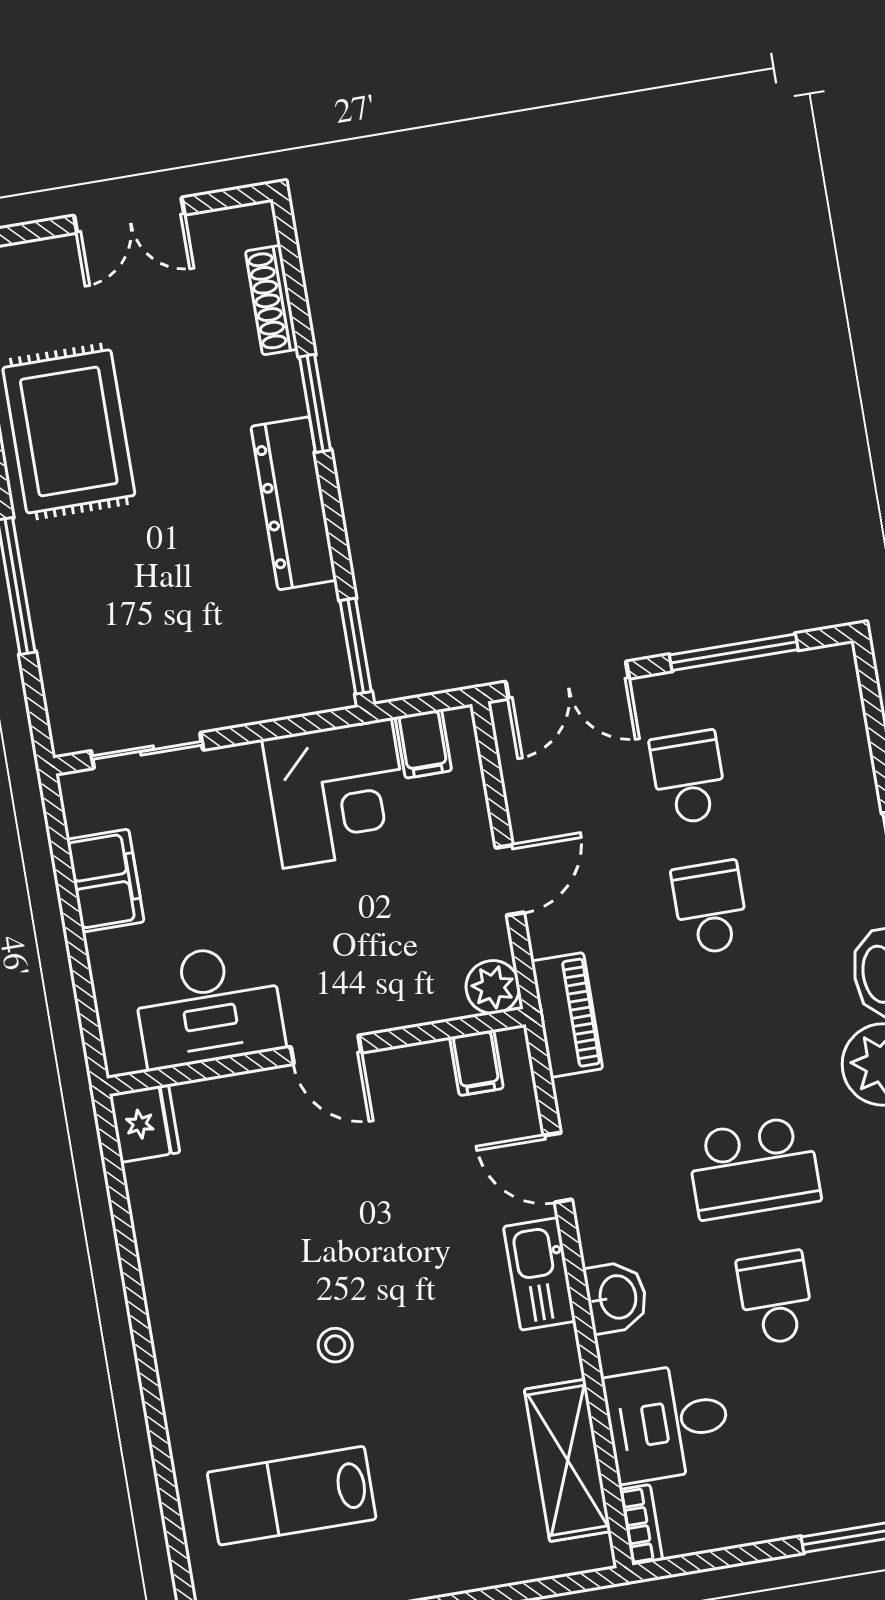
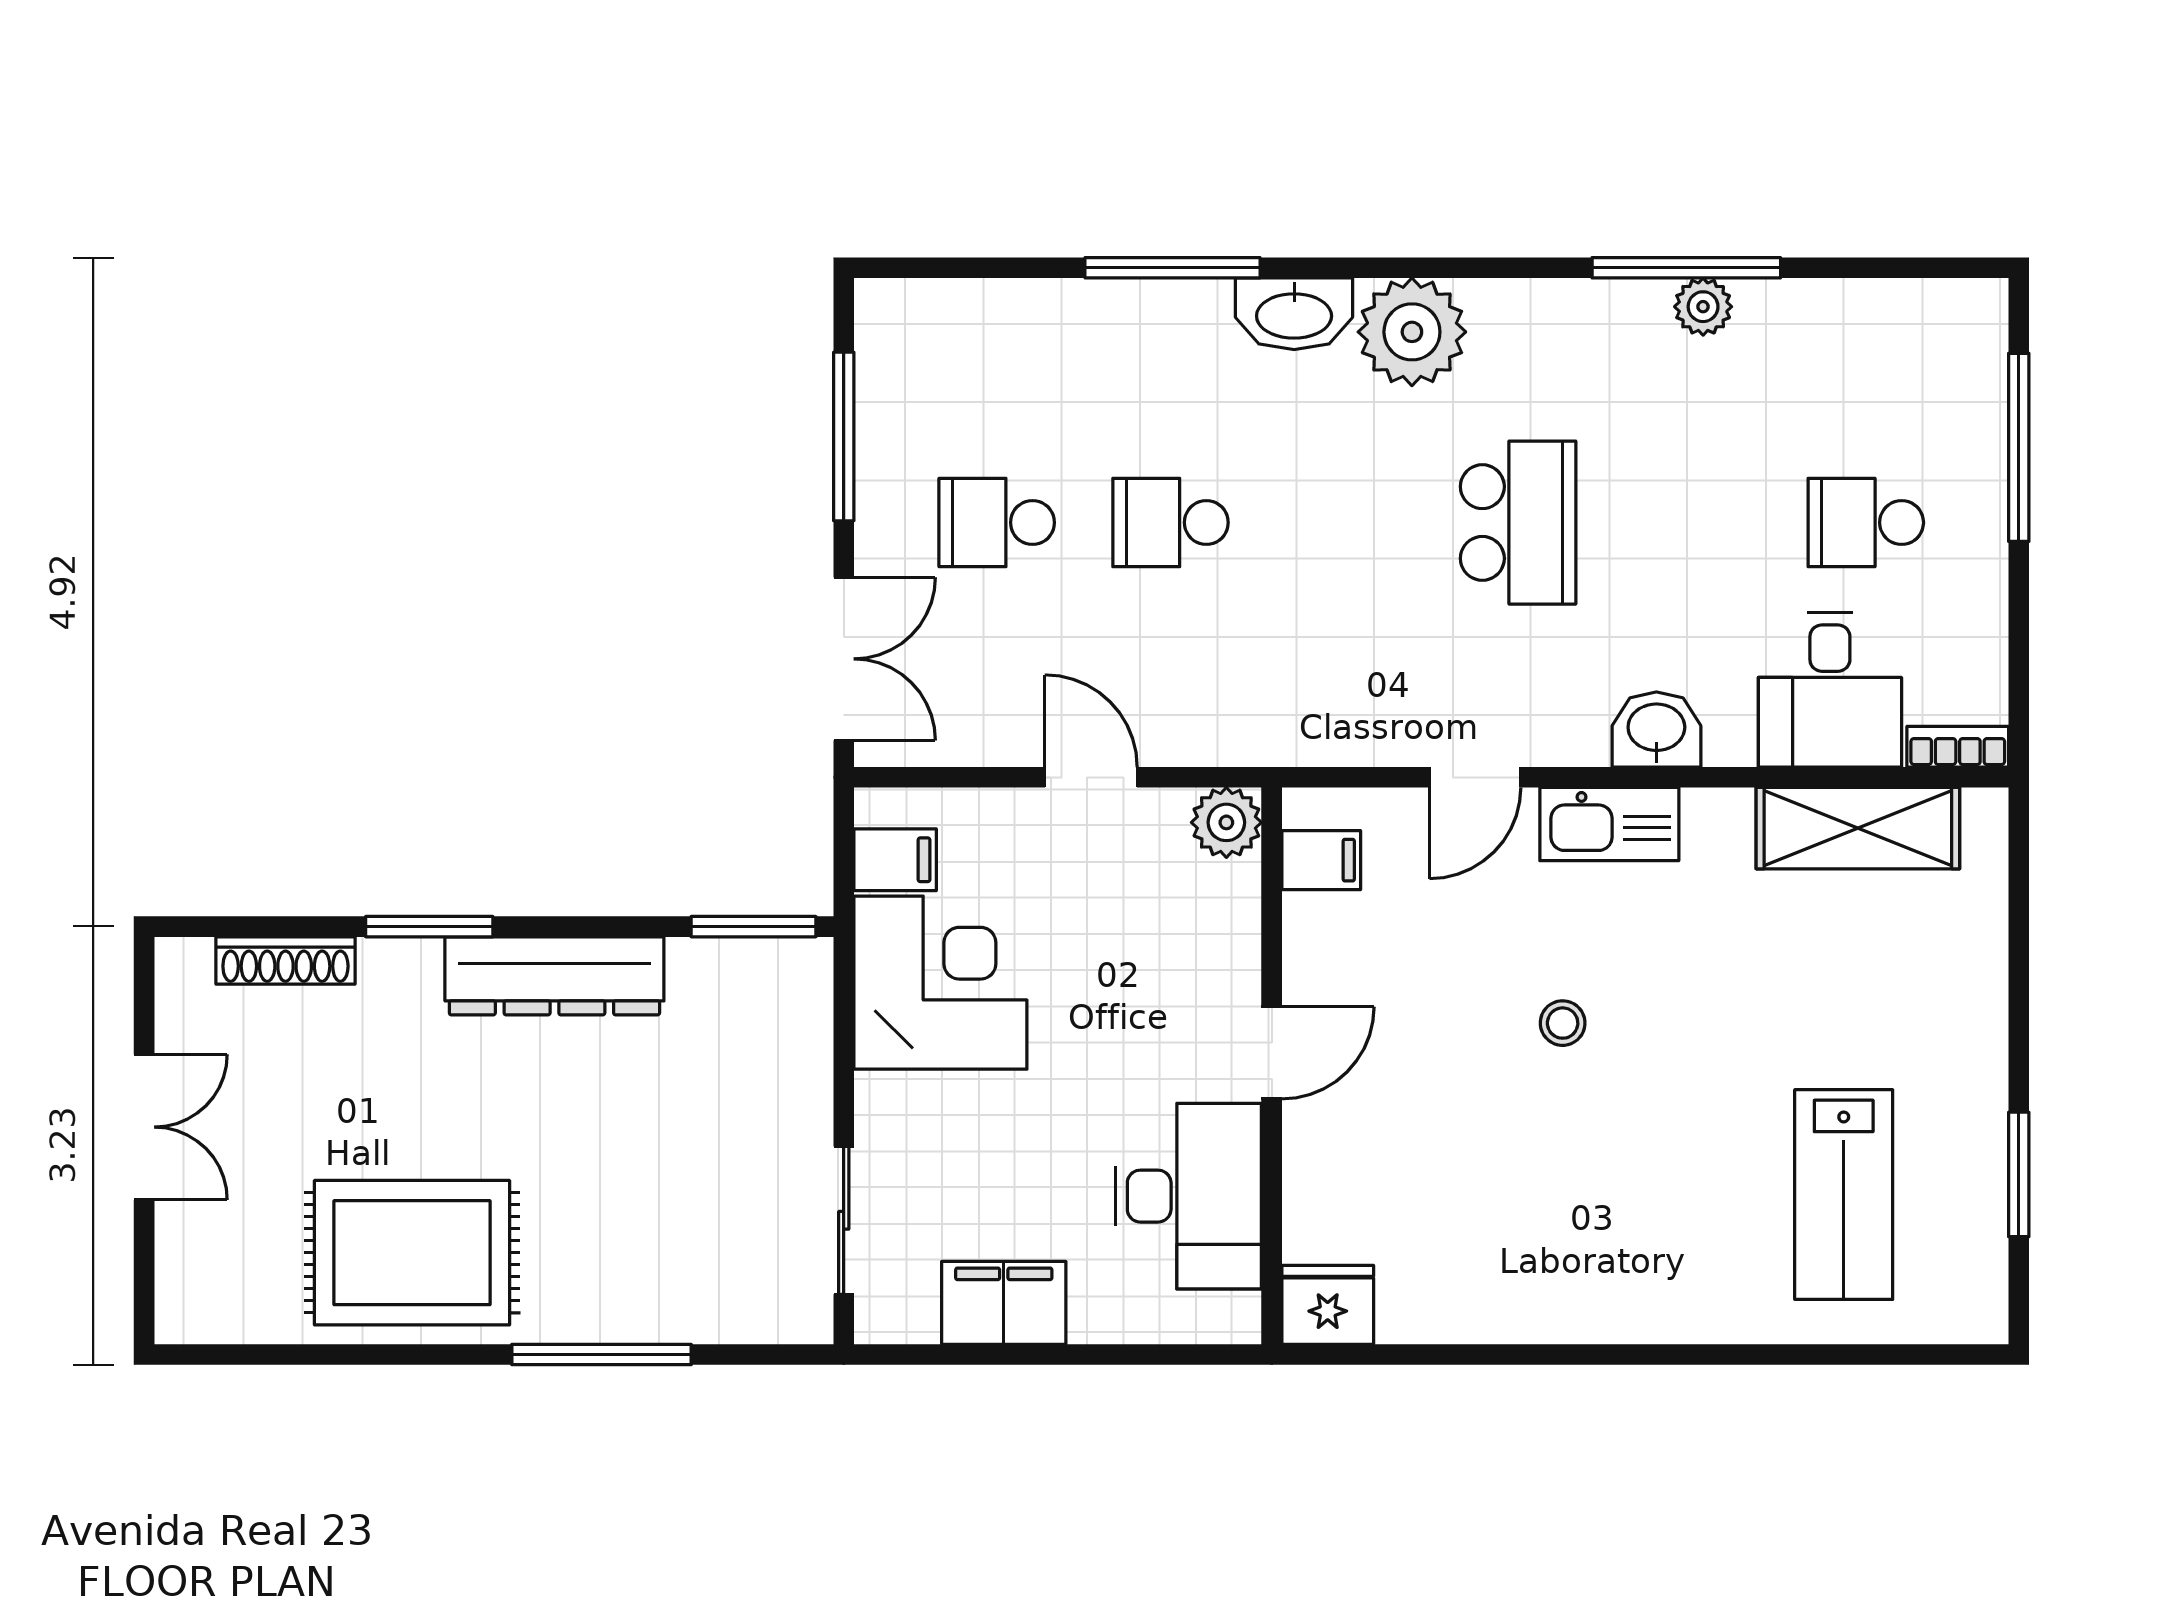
piano: (567, 1015) -> (1279, 732), removed
school desk: (776, 1298) -> (1866, 523), moved
stool: (335, 1345) -> (1563, 1023), moved

